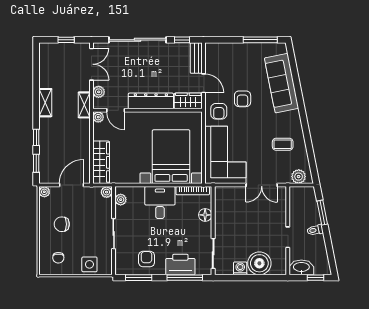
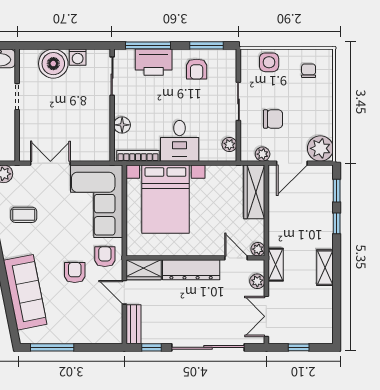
plant: (44, 192) -> (320, 148), width x1.88, depth x1.88
plant: (107, 192) -> (263, 154), moved
chair: (62, 224) -> (273, 119), moved

